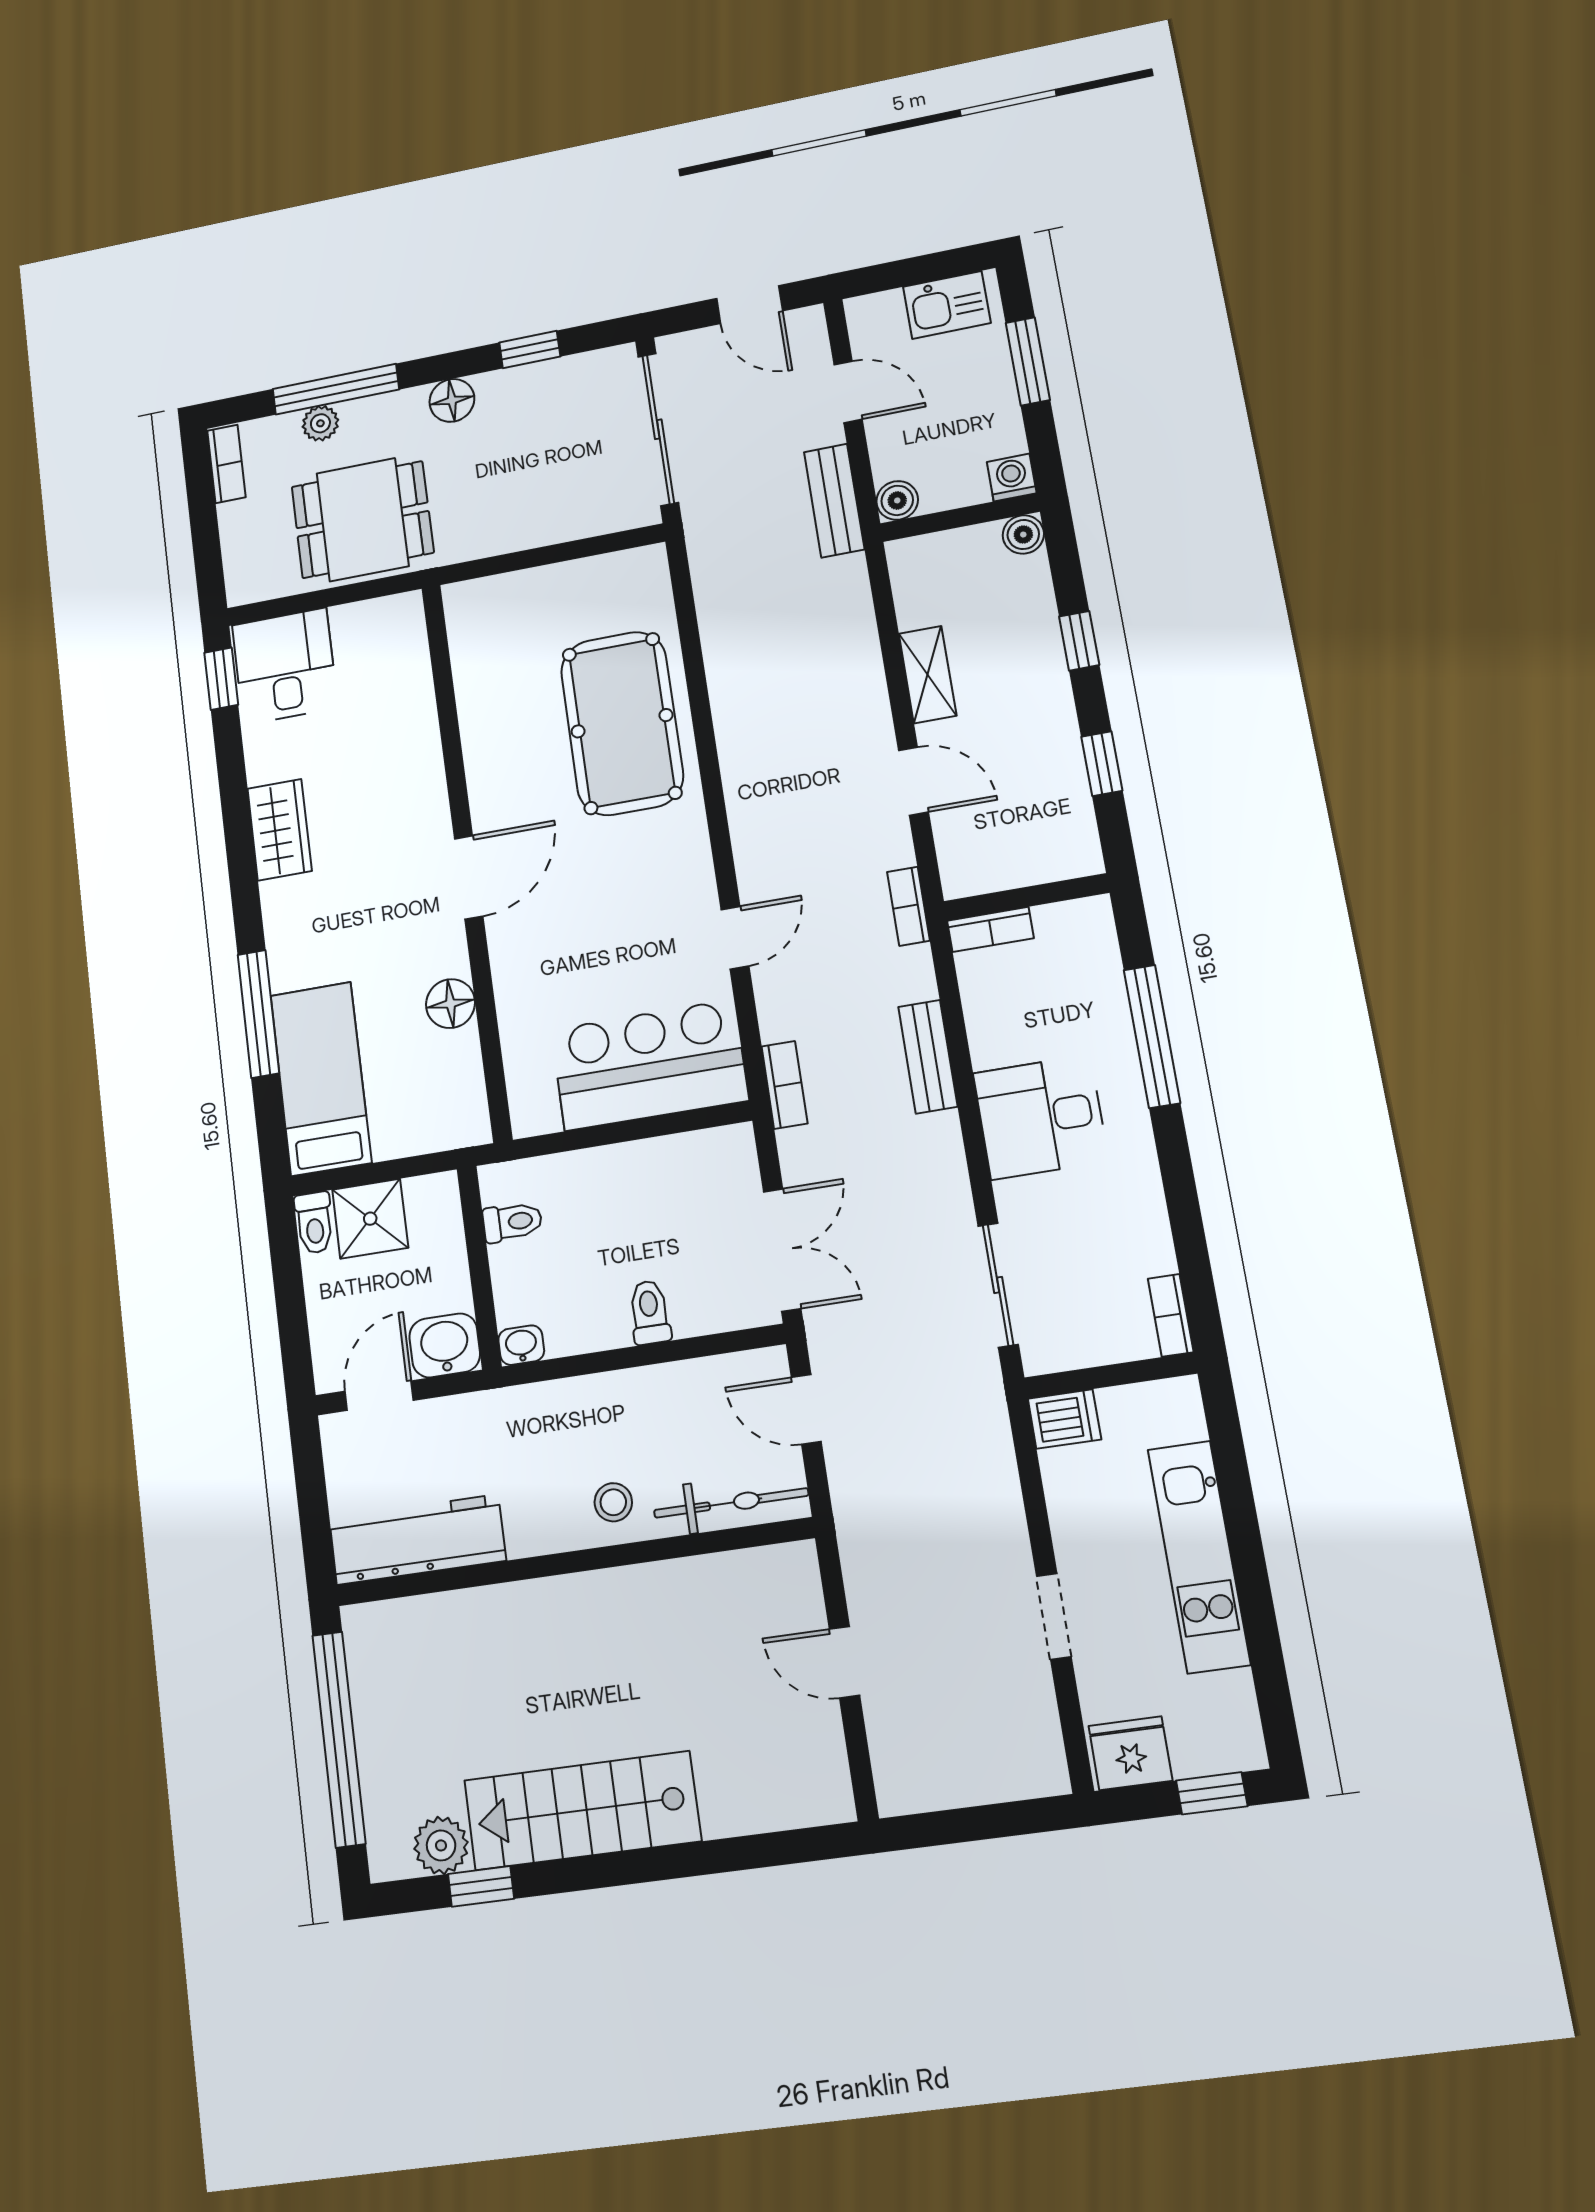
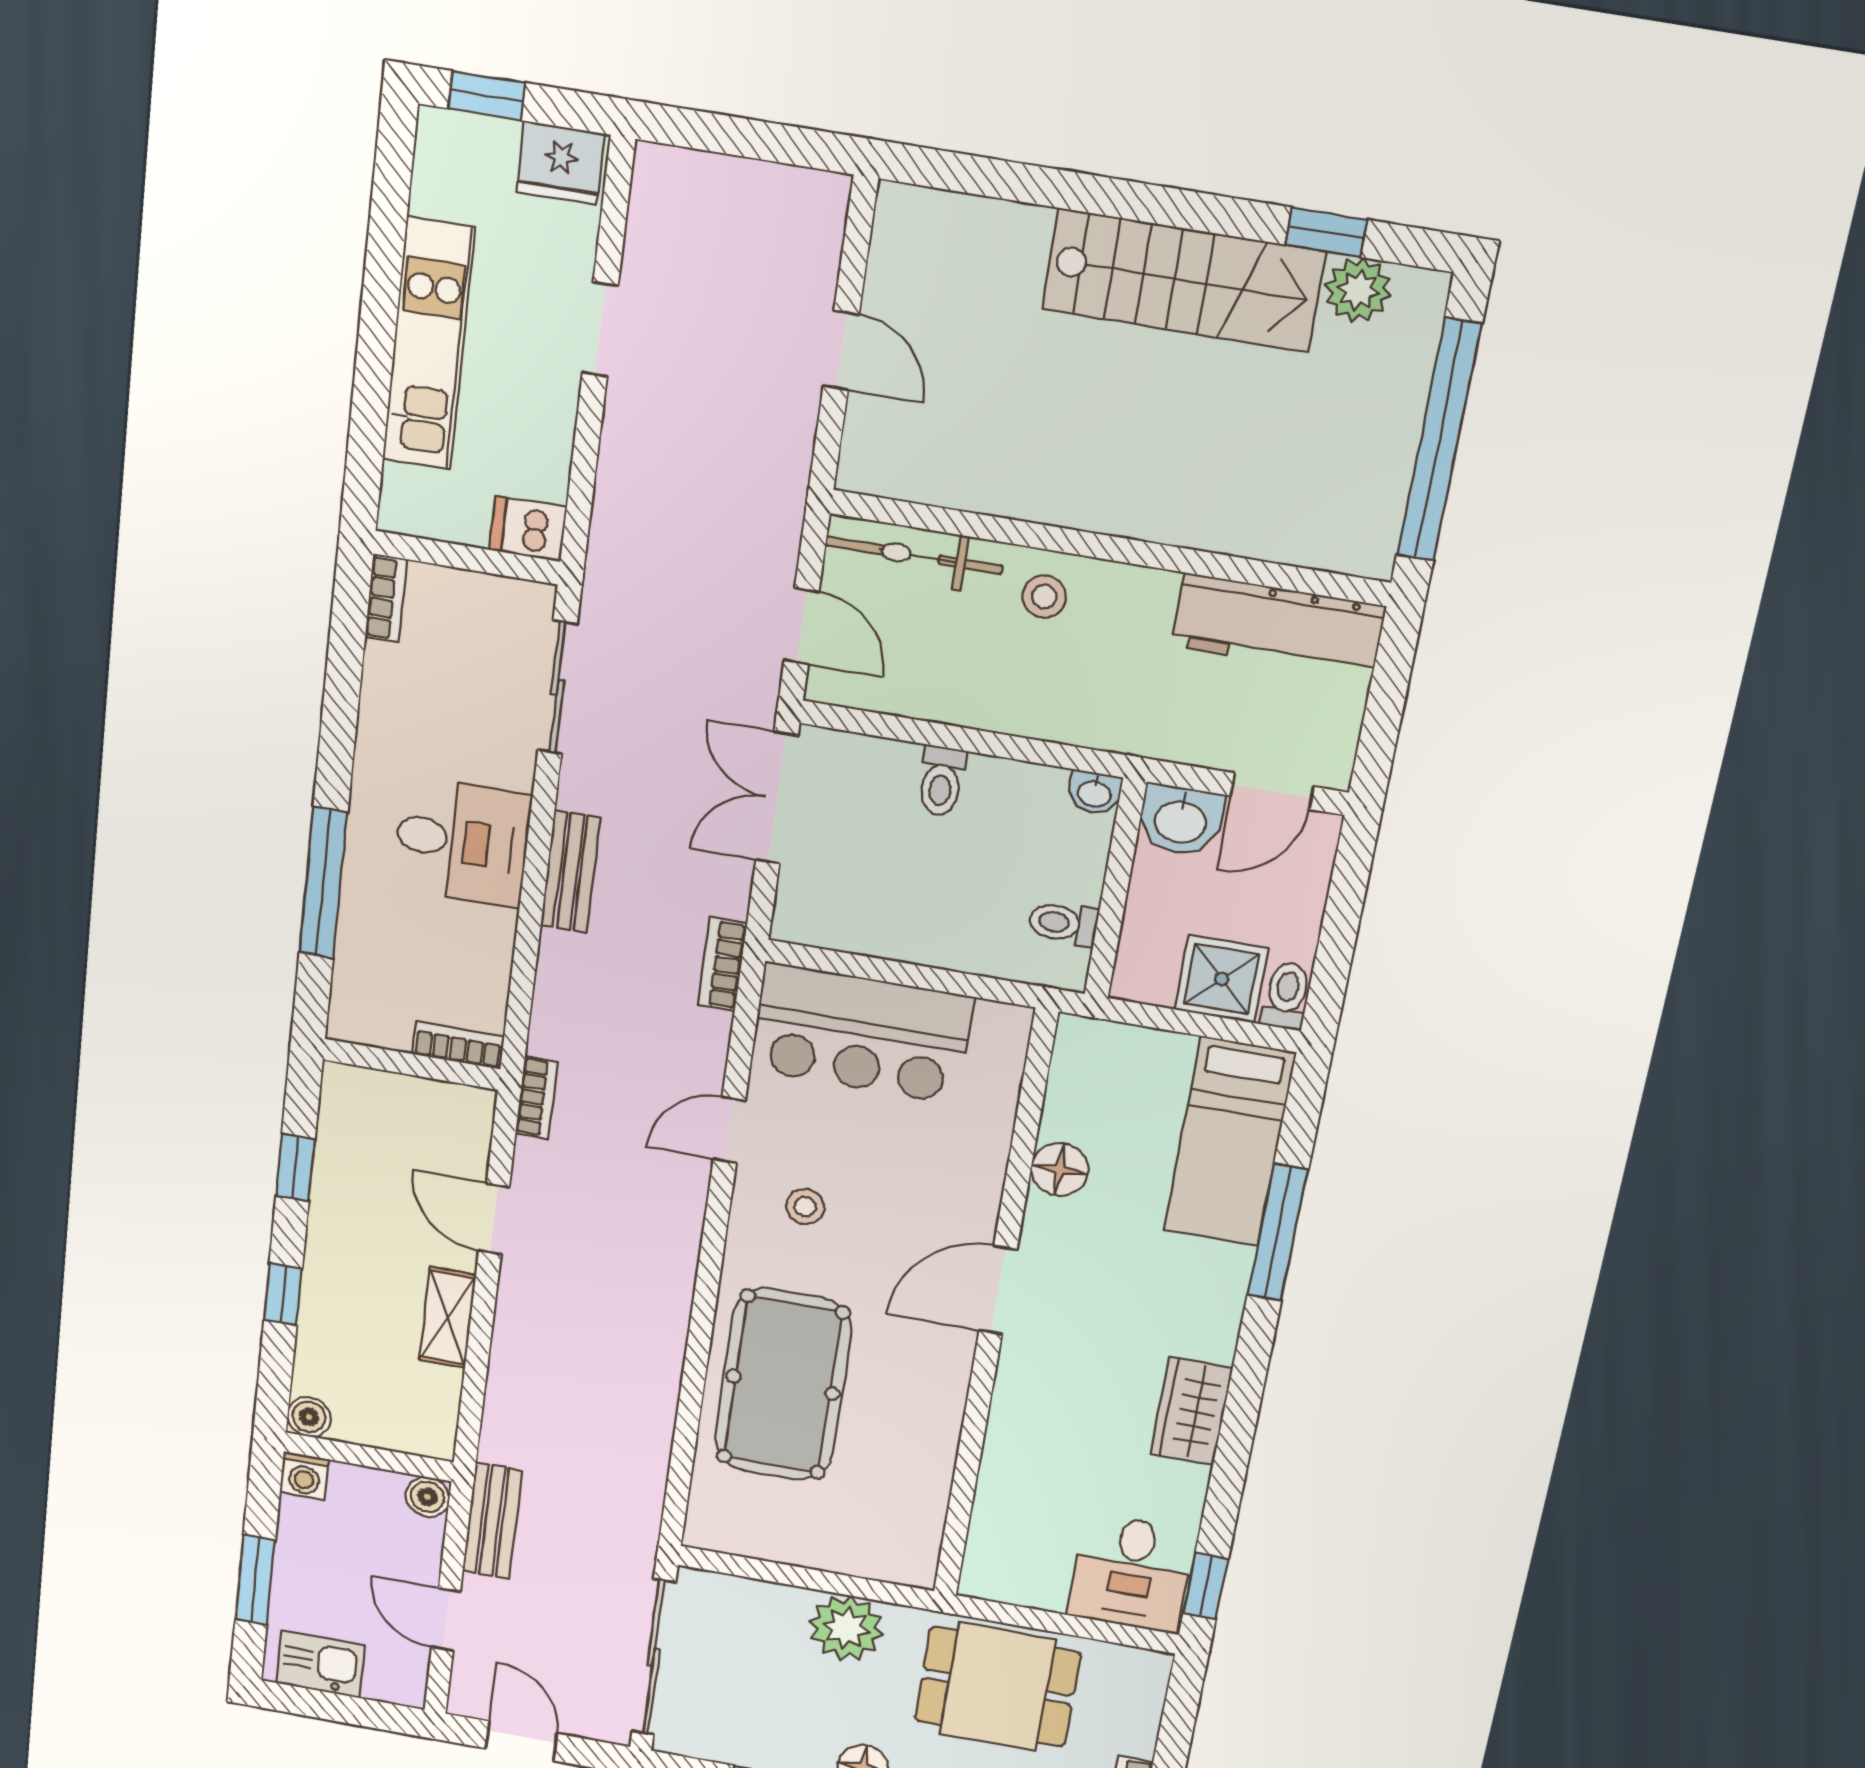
plant: (504, 522) -> (846, 1628), added
stool: (651, 892) -> (805, 1207), added
bench: (928, 1057) -> (570, 872), moved

